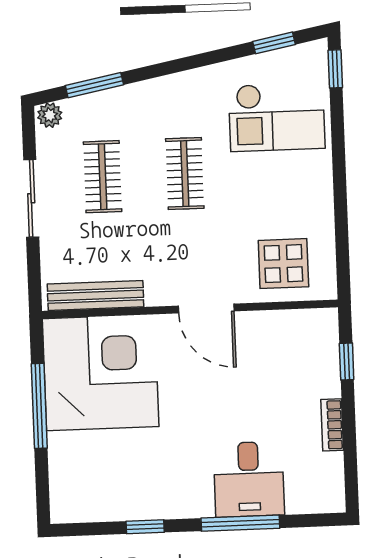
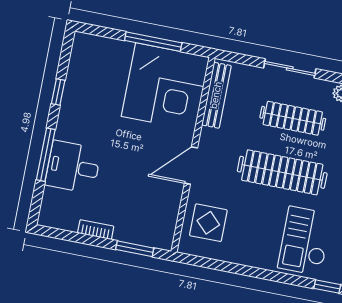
clothes rail: (185, 174) -> (282, 172), width x1.86, depth x1.31
clothes rail: (103, 177) -> (293, 118), width x1.36
window: (347, 362) -> (135, 249), width x1.50

